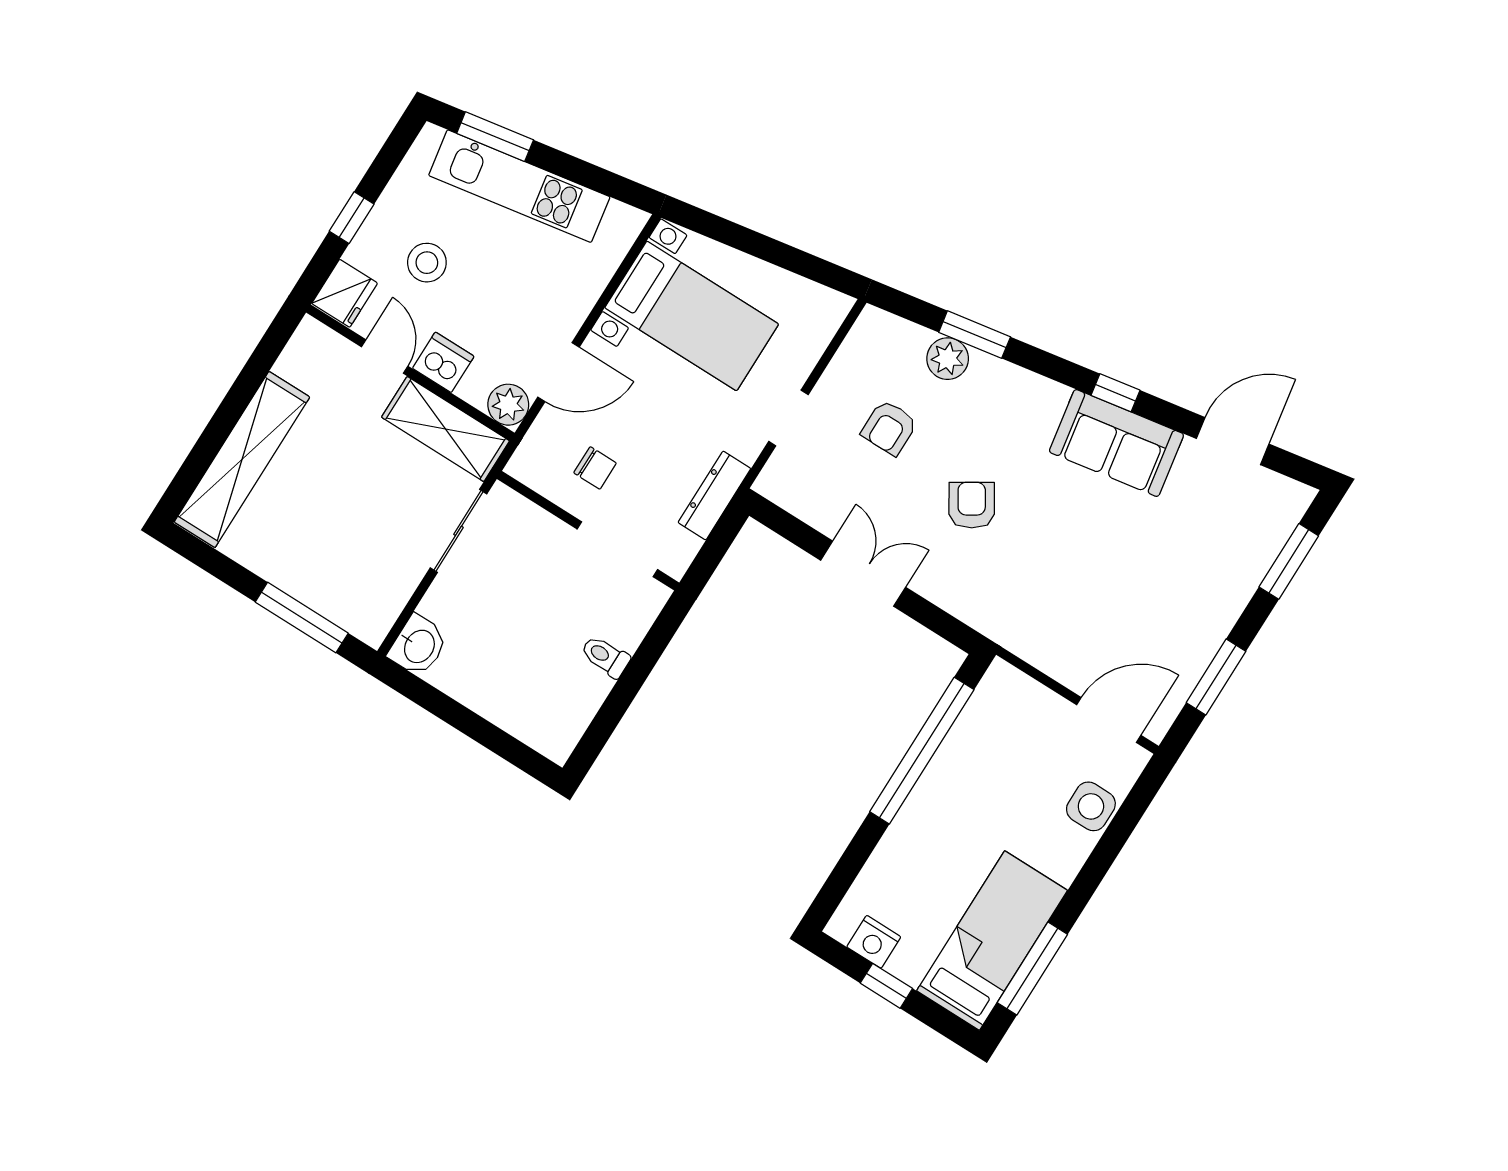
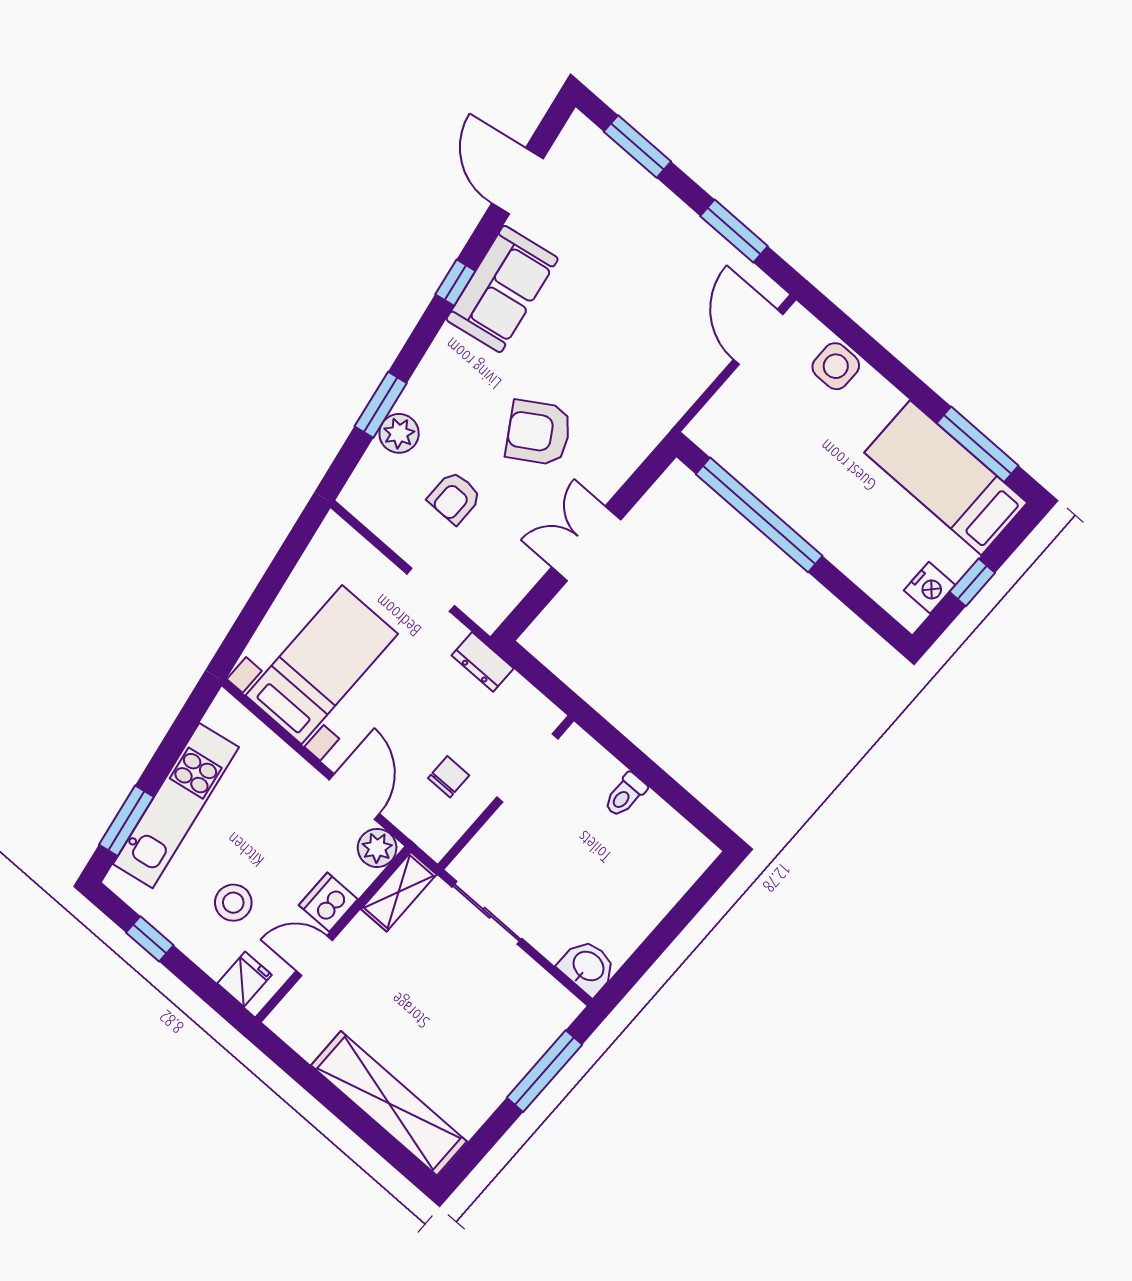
window: (352, 218) -> (150, 939), moved
fridge: (345, 293) -> (245, 979), width x0.72
armchair: (889, 428) -> (454, 498), turned 90
shelving: (446, 429) -> (399, 892), width x0.67, depth x0.75
dresser: (714, 495) -> (483, 662), width x0.70
armchair: (972, 505) -> (538, 433), width x1.38, depth x1.38

